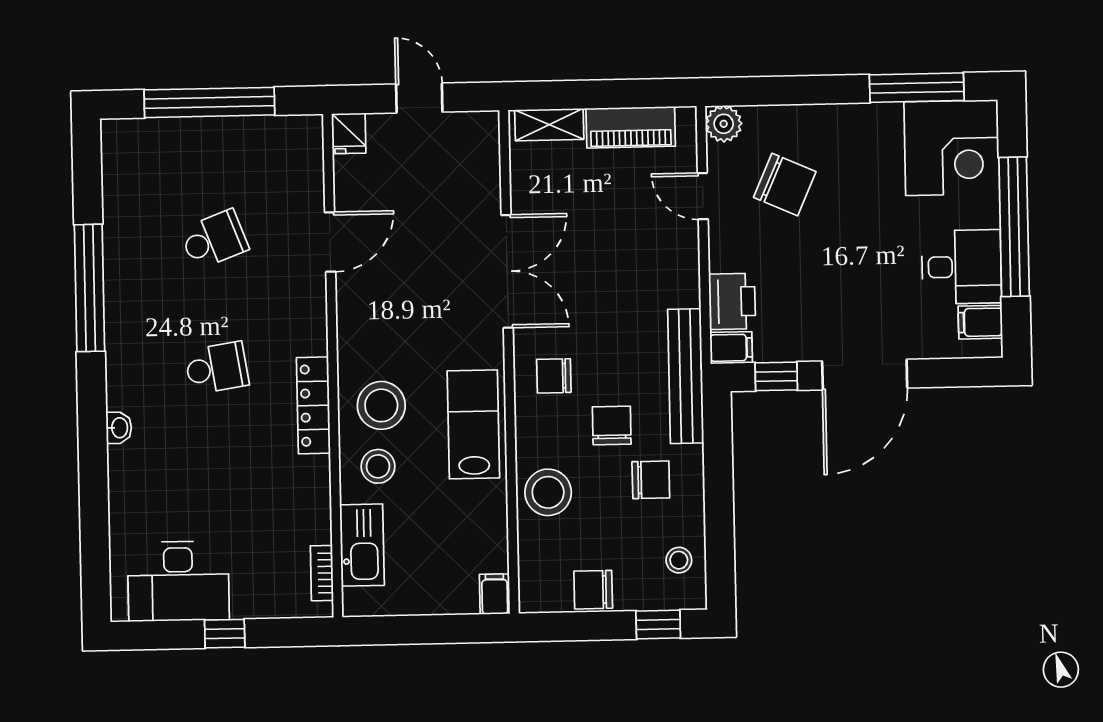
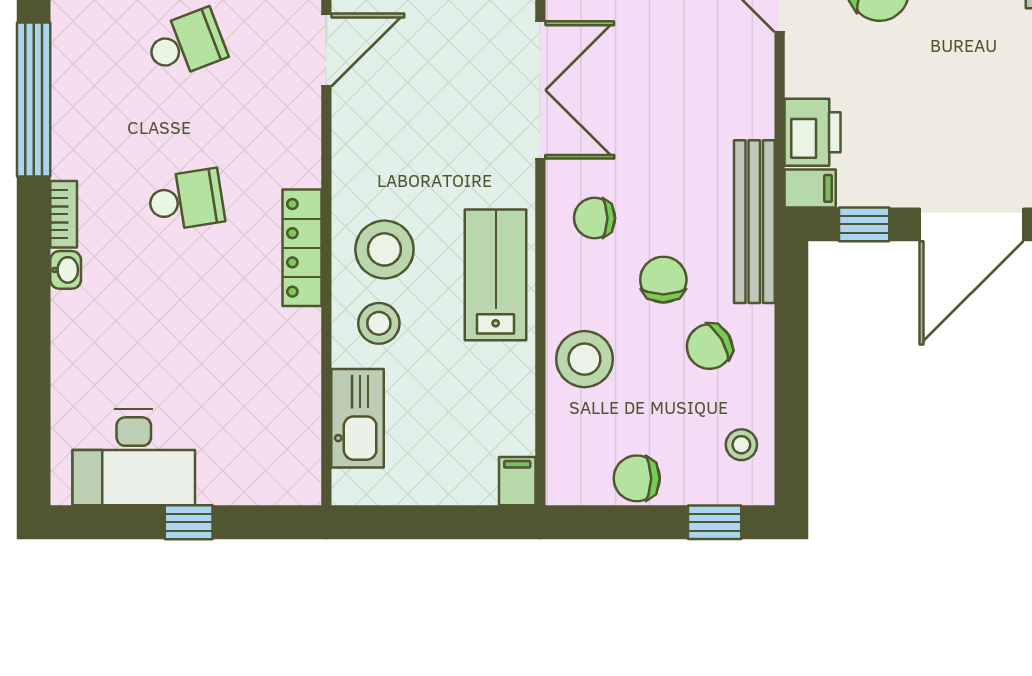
chair: (651, 480) -> (709, 347), turned 149
bookcase: (322, 573) -> (64, 214), moved, turned 180

